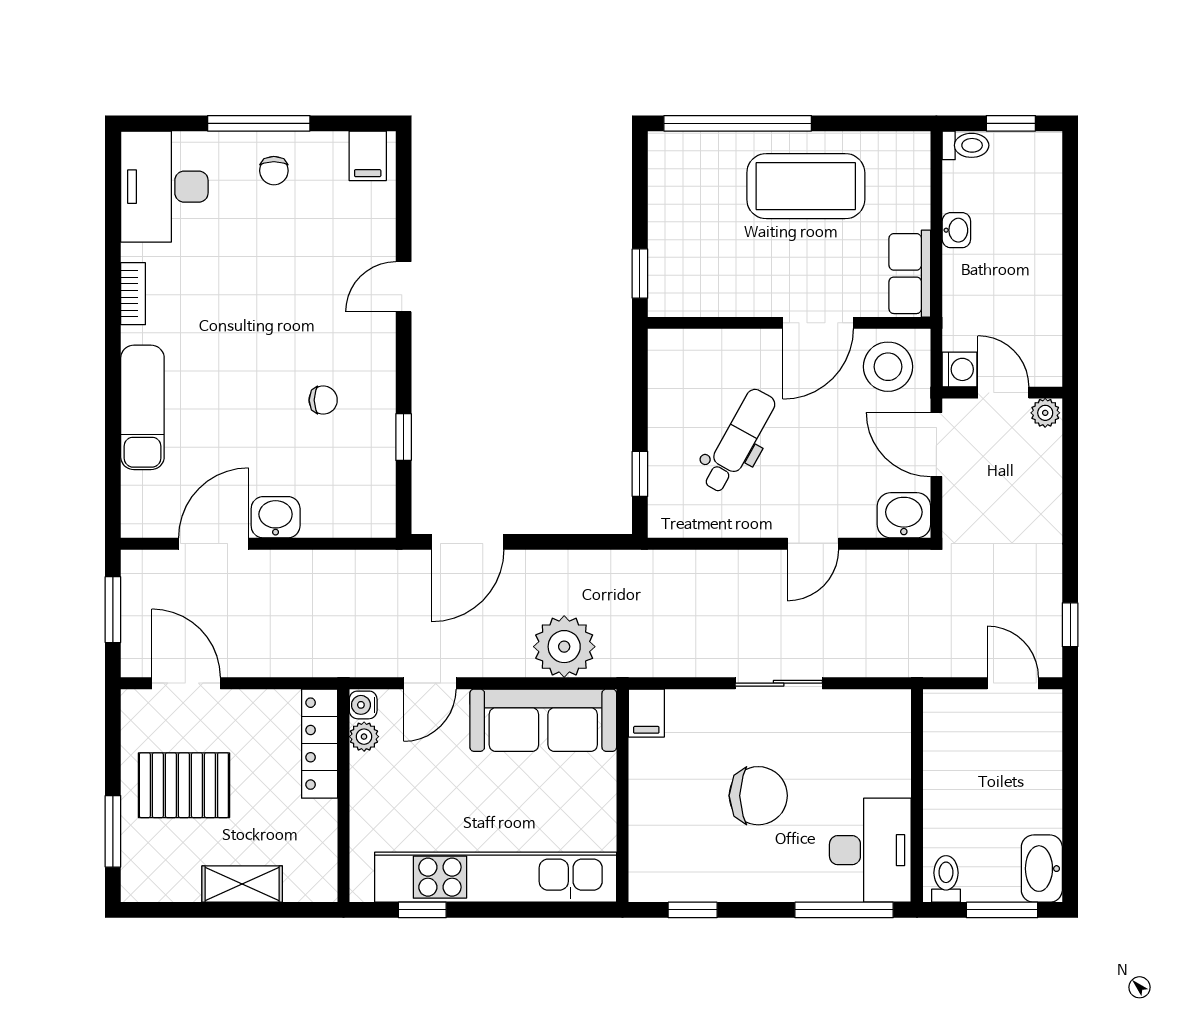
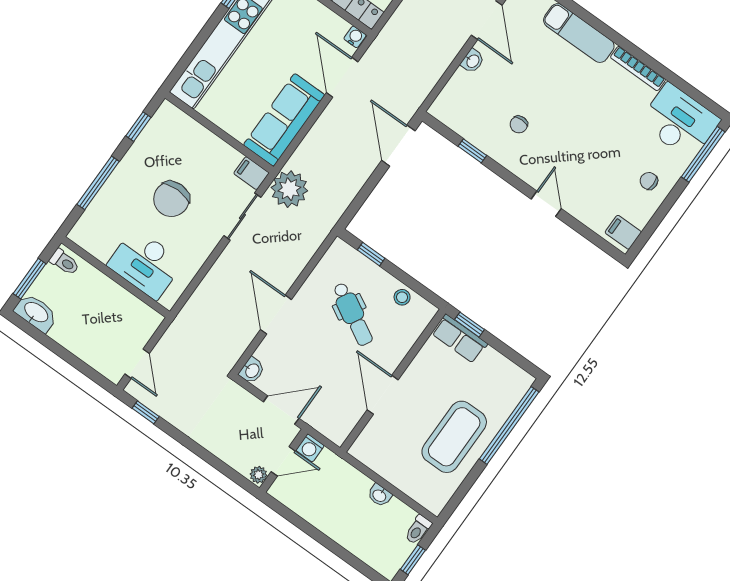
window: (259, 123) -> (703, 154), moved
row of seats: (910, 274) -> (460, 339), moved, turned 180
bookcase: (133, 294) -> (638, 68), width x1.56
stool: (888, 367) -> (402, 297), moved, width x0.53, depth x0.53
washbasin: (904, 515) -> (252, 370), width x0.72, depth x0.69
washbasin: (276, 517) -> (472, 61), width x0.72, depth x0.69
door: (813, 544) -> (276, 315), width x1.37
plant: (564, 647) -> (289, 189), moved
door: (430, 683) -> (342, 77), width x1.38
sliding door: (779, 683) -> (242, 217), moved
door: (1013, 683) -> (137, 364), hinge flipped
plant: (364, 737) -> (339, 26), removed
desk: (870, 850) -> (145, 264), moved
window: (844, 910) -> (98, 183), moved

